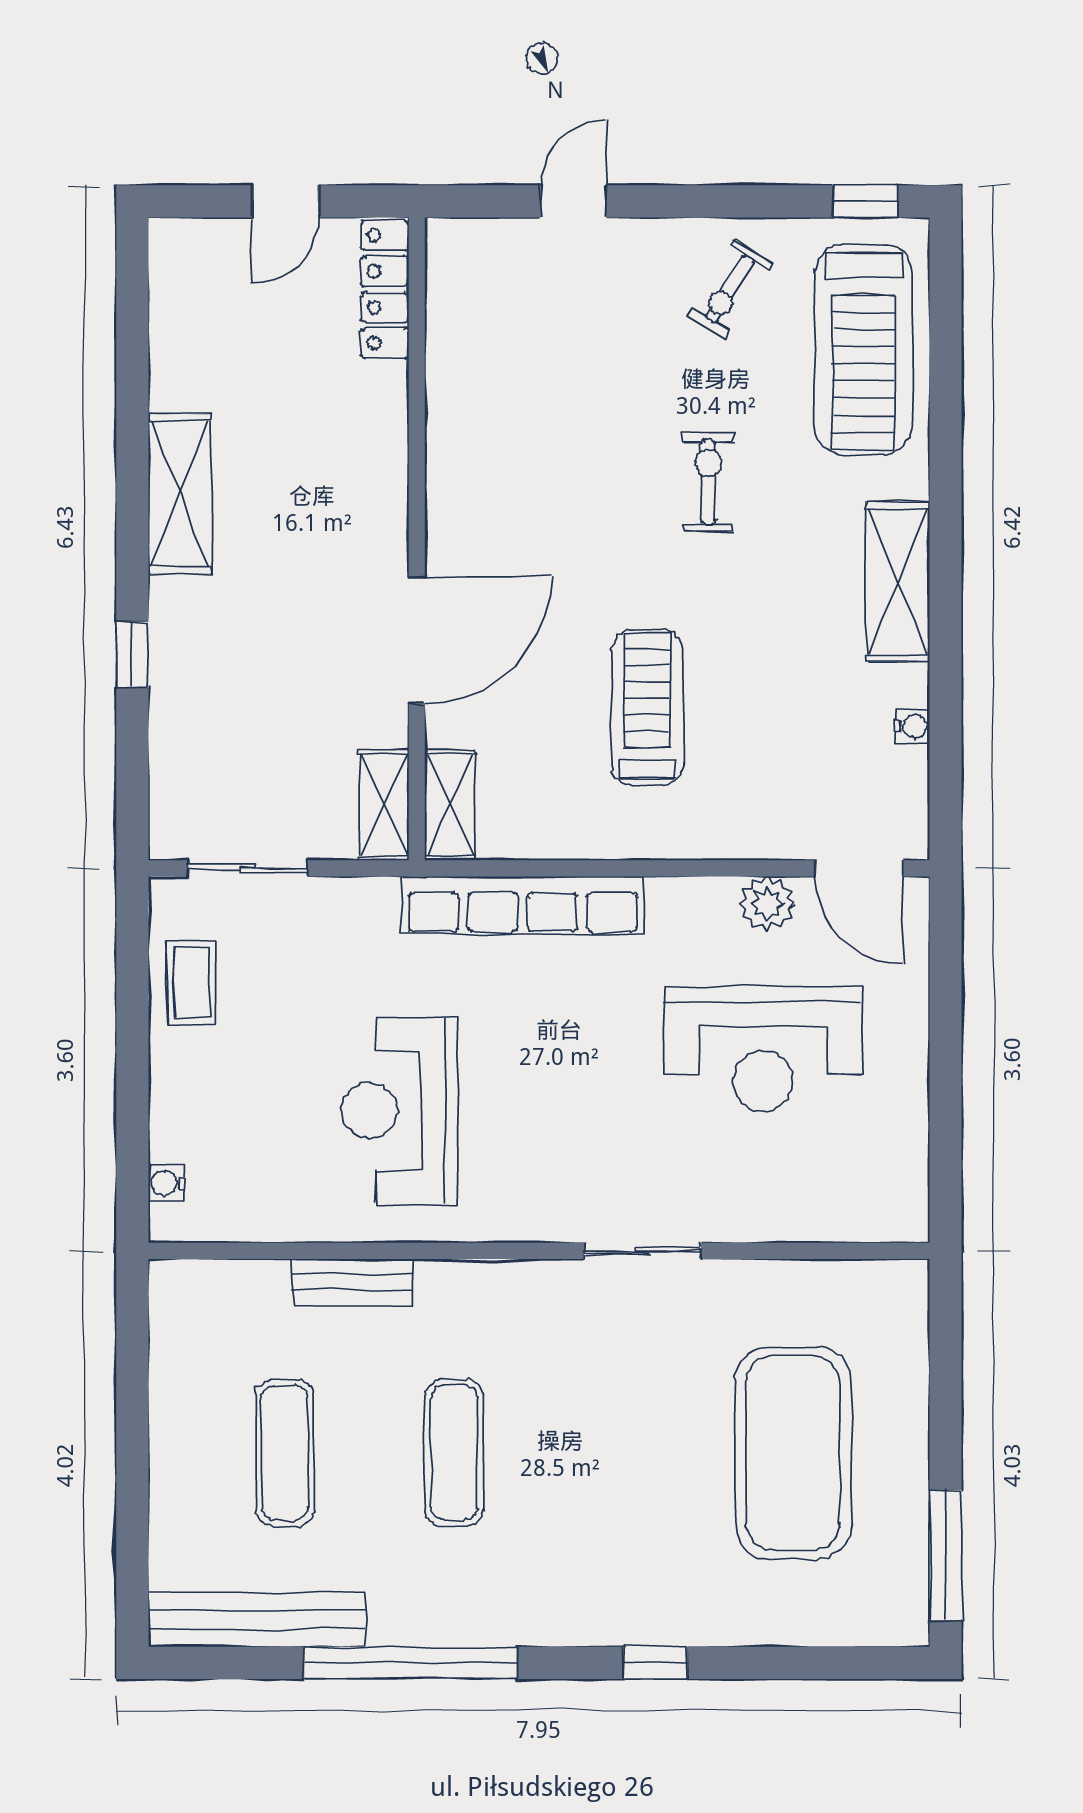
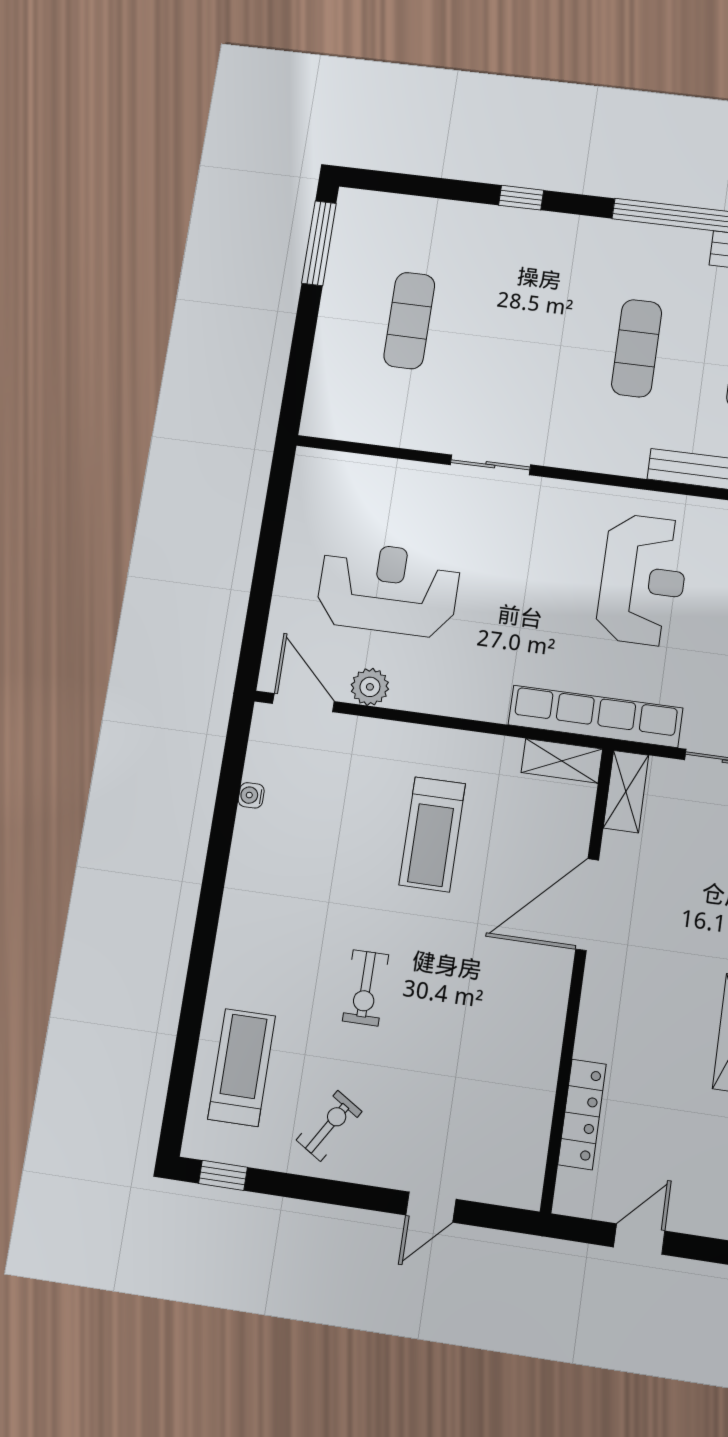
locker: (385, 289) -> (582, 1114), moved
treadmill: (863, 349) -> (242, 1067), width x0.73, depth x0.73
shelving: (898, 582) -> (245, 898), removed
shelving: (449, 805) -> (562, 761), moved, turned 90
row of seats: (523, 905) -> (595, 716), moved
exercise mat: (793, 1453) -> (409, 321), width x0.50, depth x0.69

